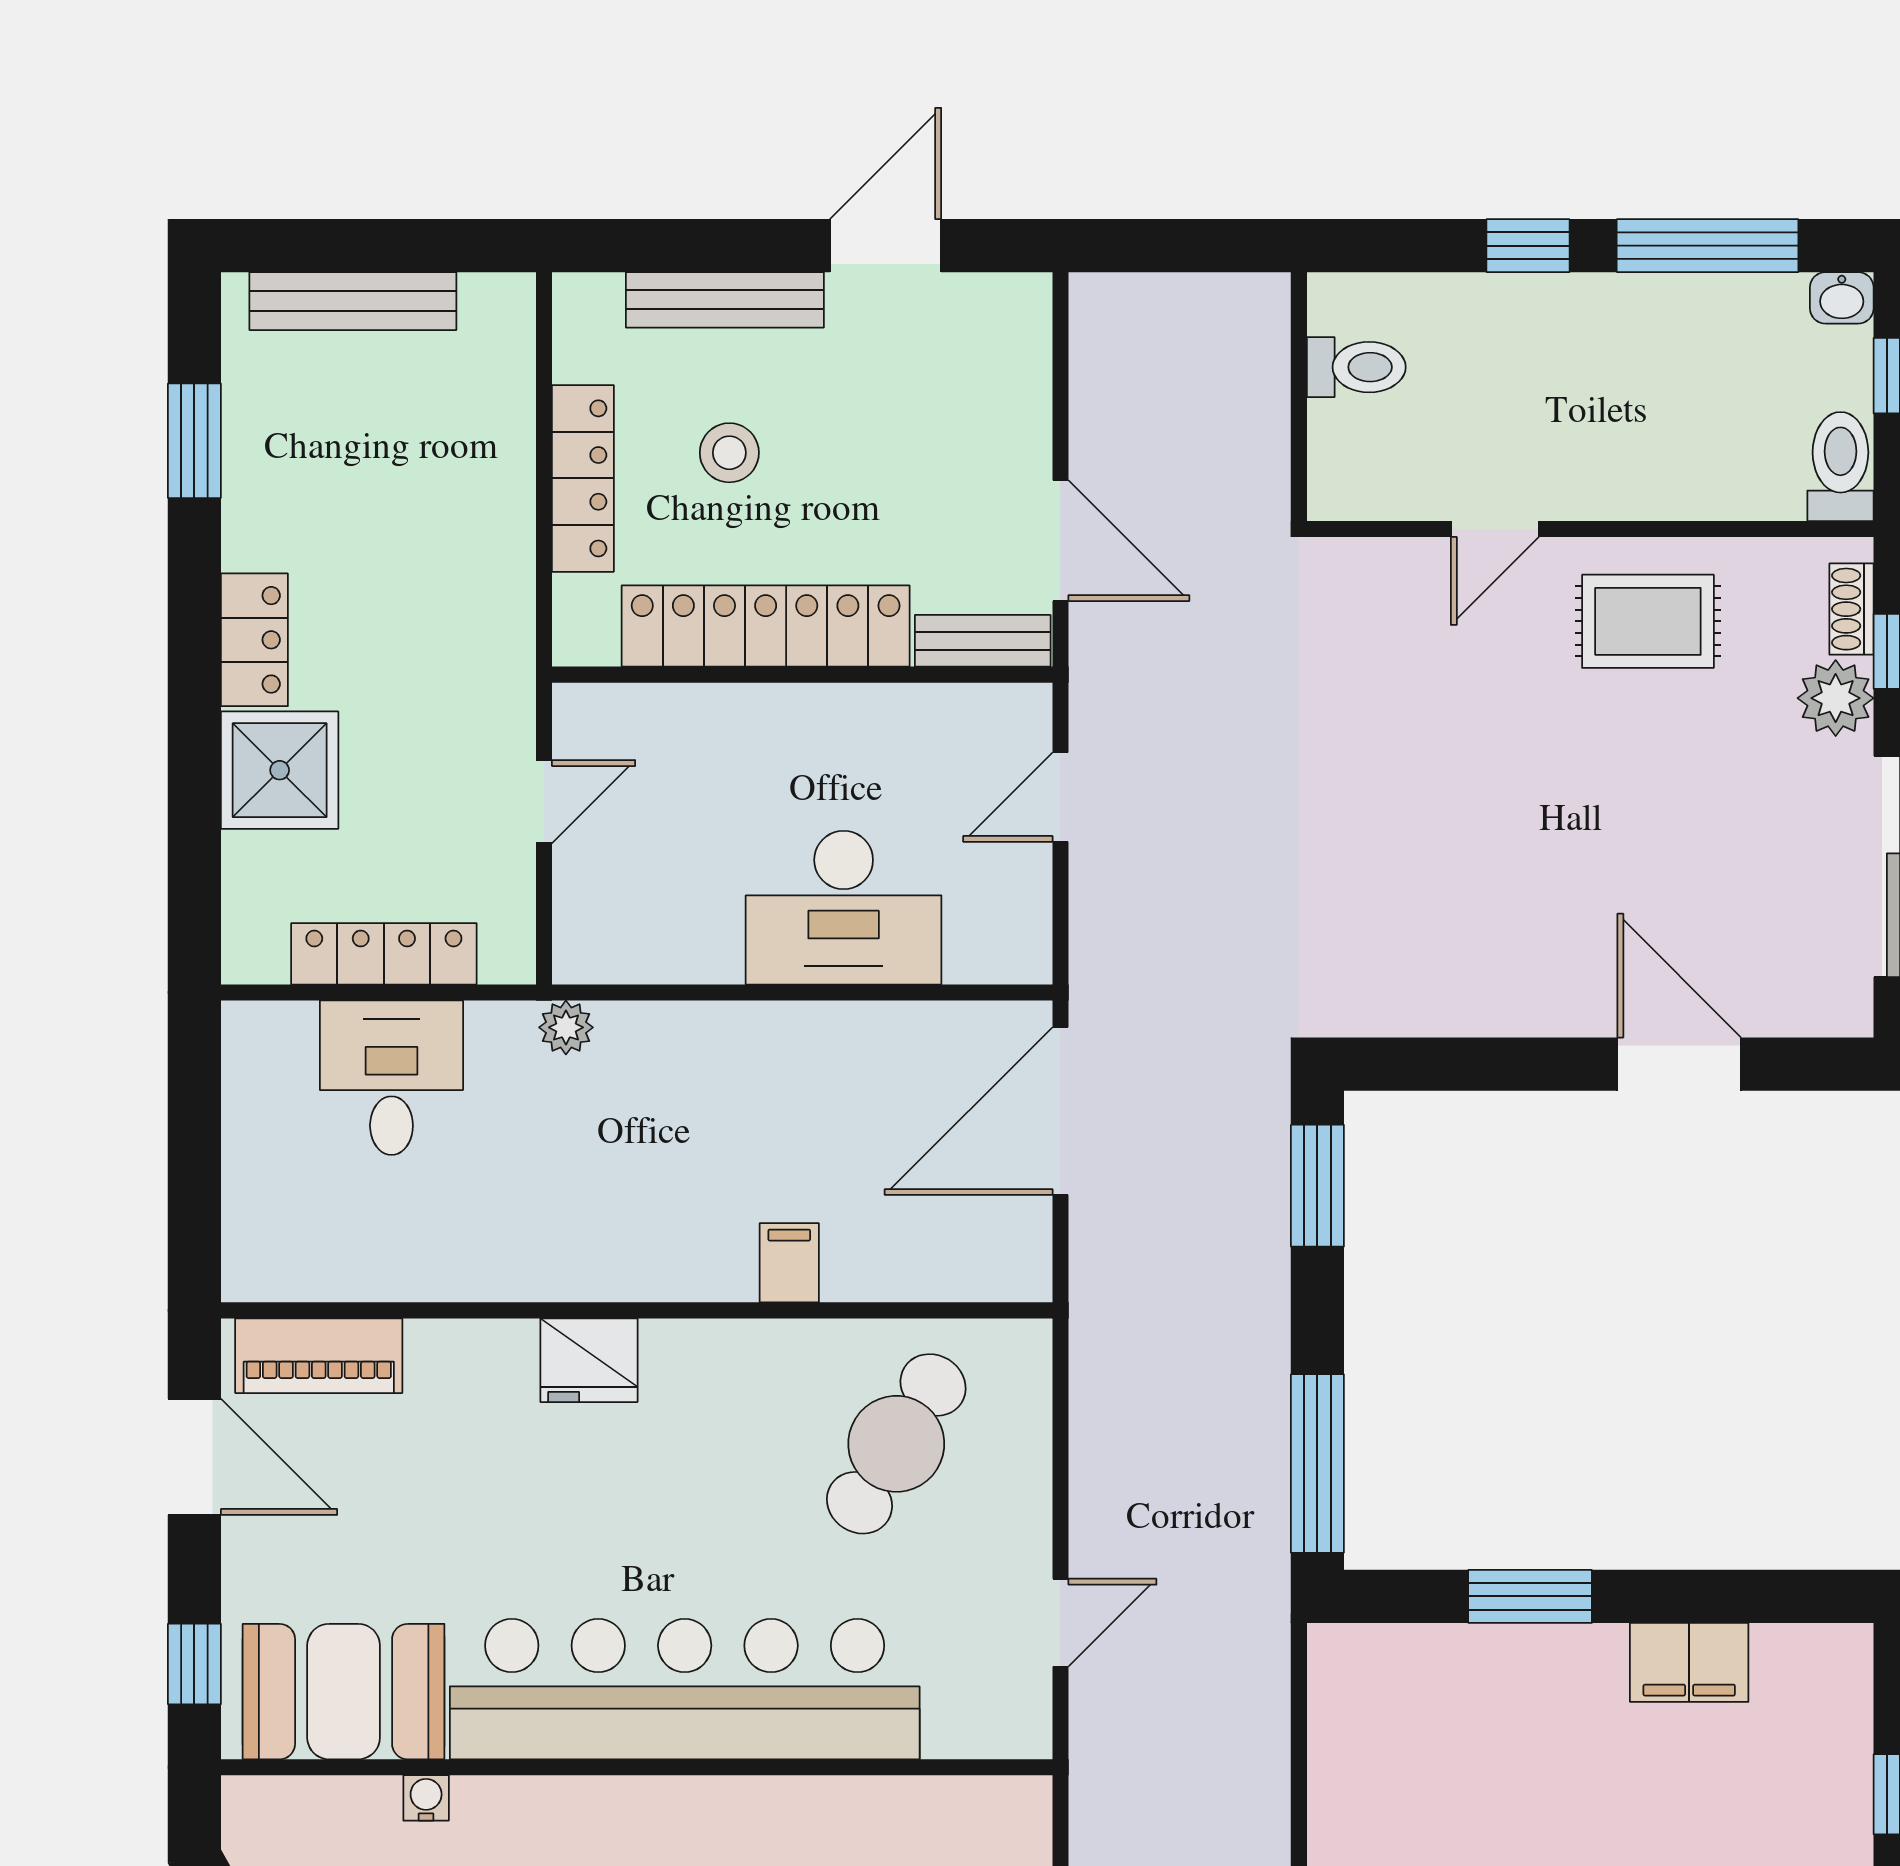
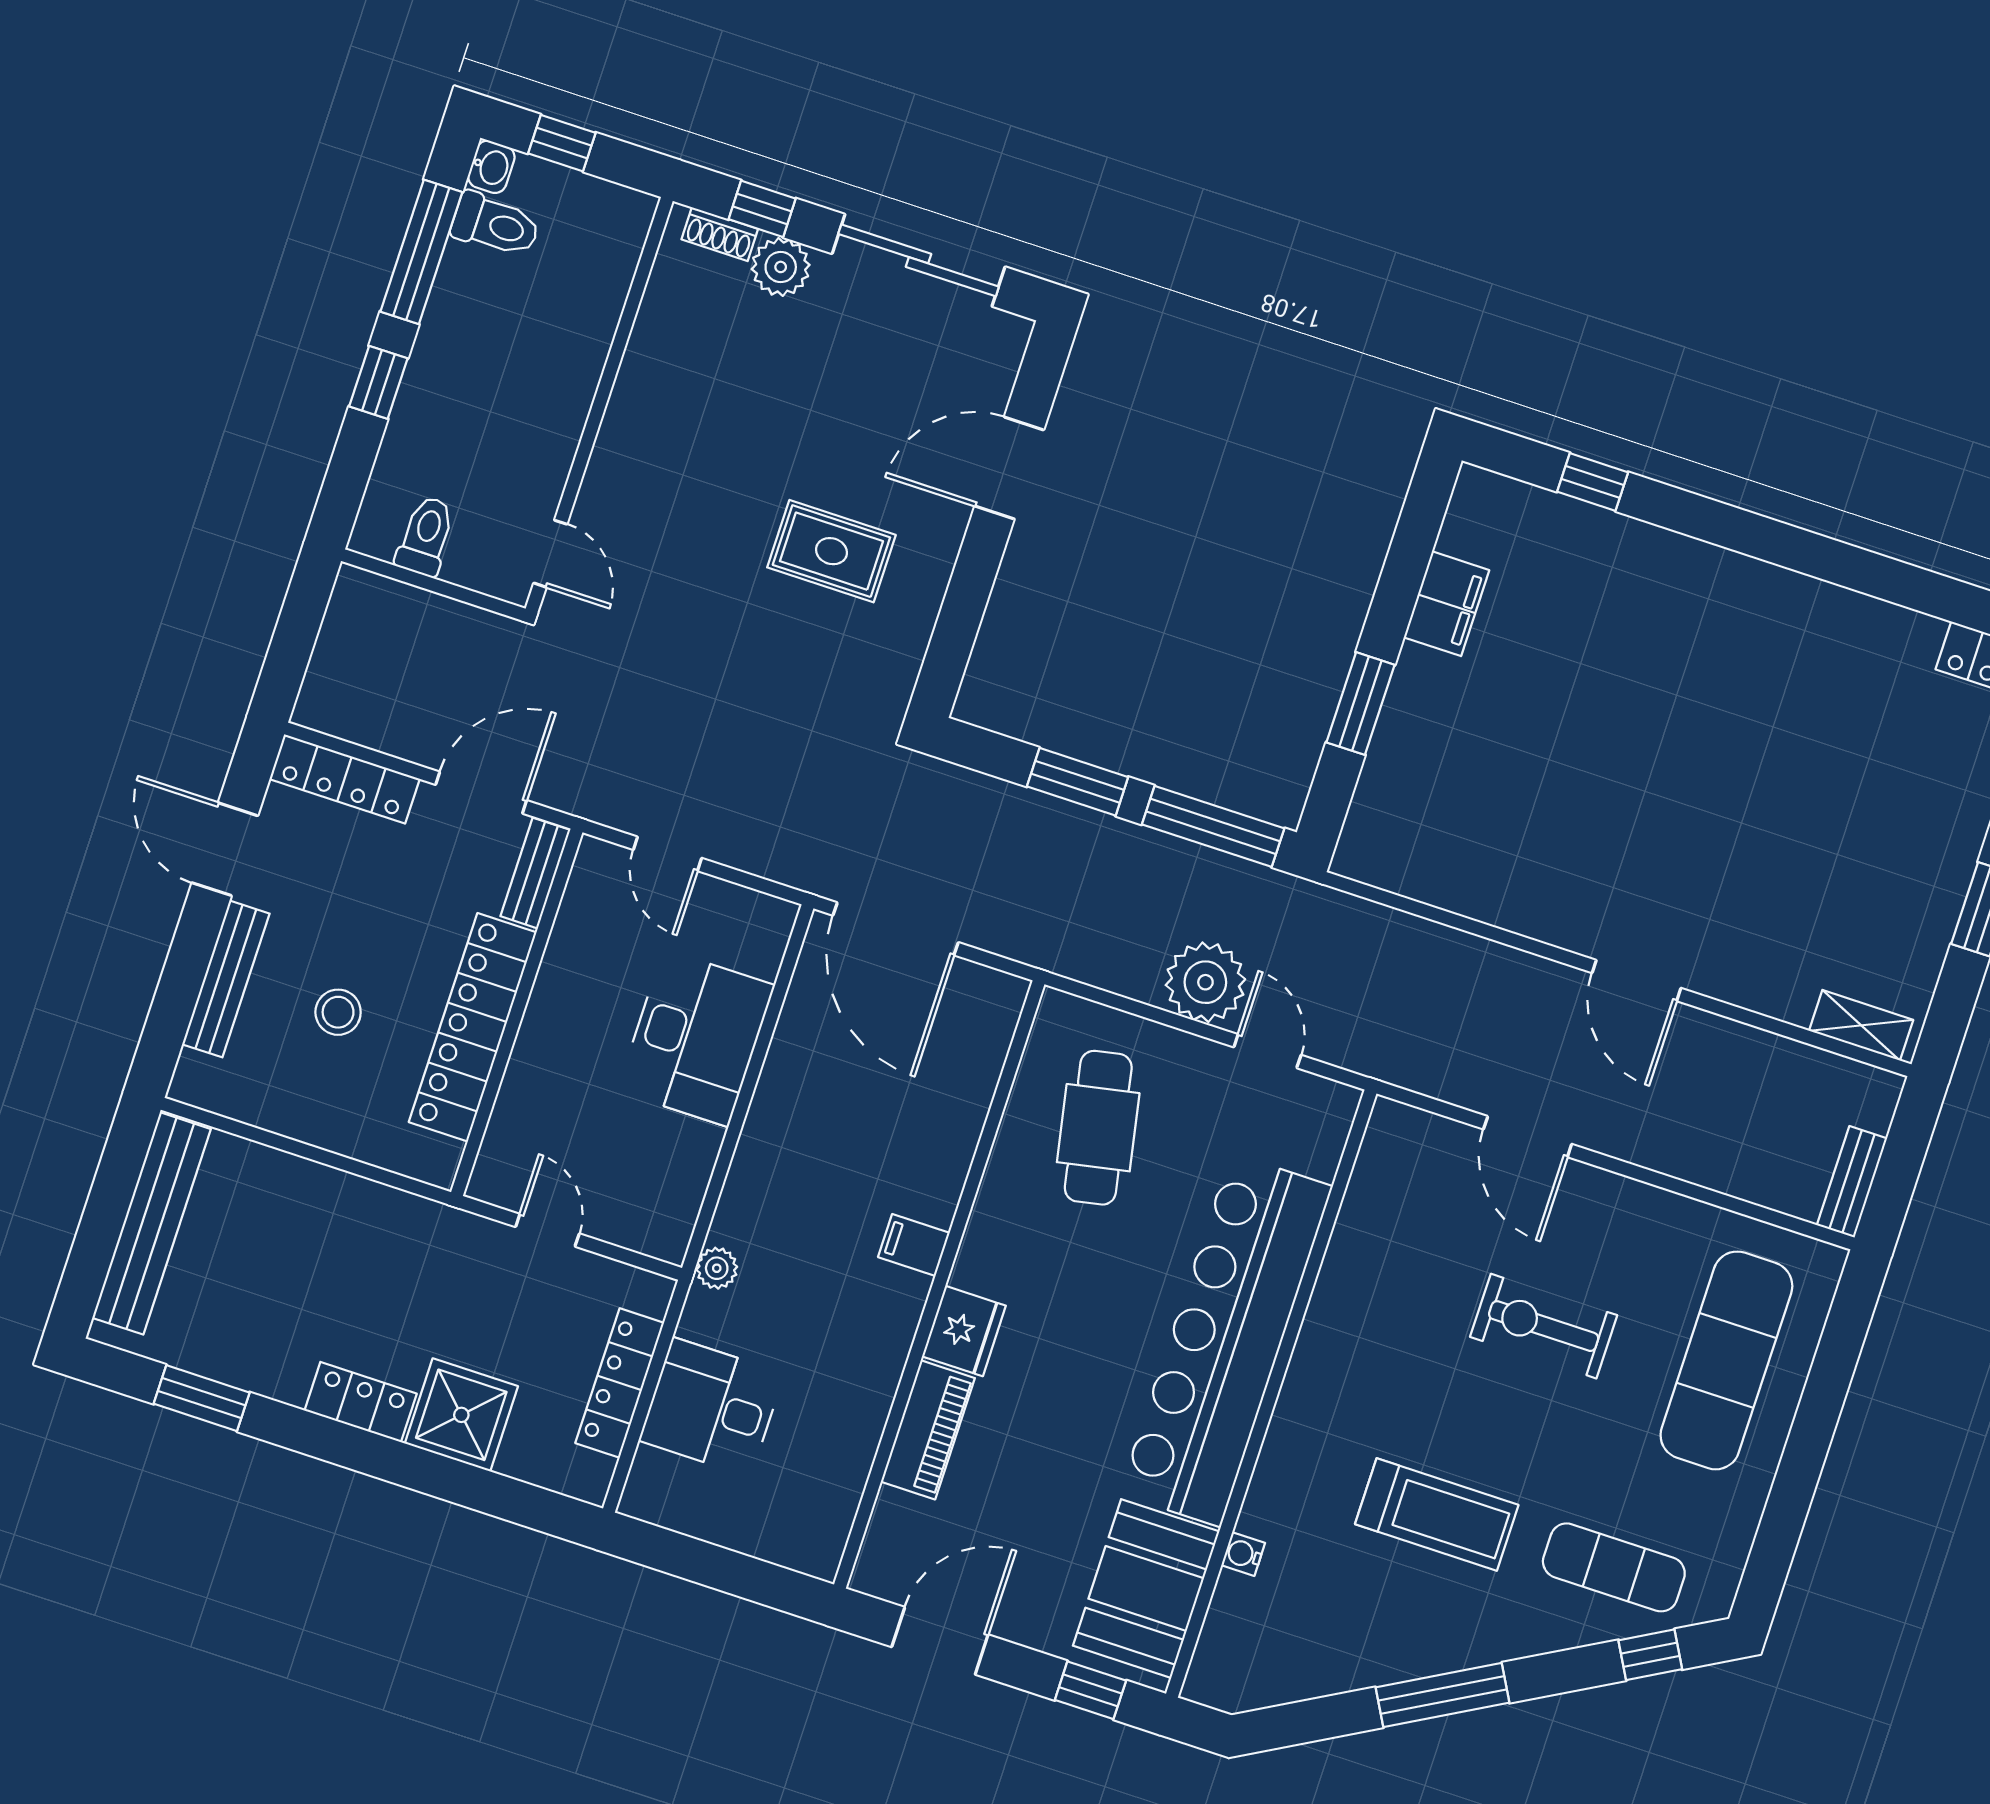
bench: (353, 301) -> (152, 1223), width x1.37, depth x1.21
toilet: (1840, 467) -> (495, 225), moved, turned 180
locker: (583, 478) -> (345, 779), moved, turned 180
door: (1495, 529) -> (550, 554), moved
rug: (1648, 621) -> (831, 551), moved, turned 90
window: (1317, 1186) -> (1078, 782), moved
filing cabinet: (789, 1263) -> (914, 1245), moved
piano: (319, 1356) -> (928, 1430), moved
cafe table: (896, 1444) -> (1098, 1128), turned 47
plant: (1121, 1518) -> (1205, 982), added

